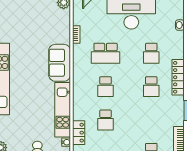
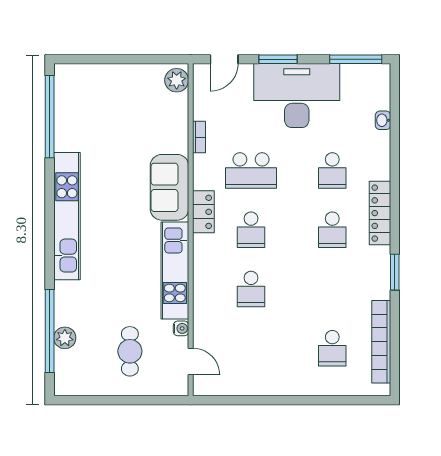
locker: (79, 133) -> (203, 212), moved

